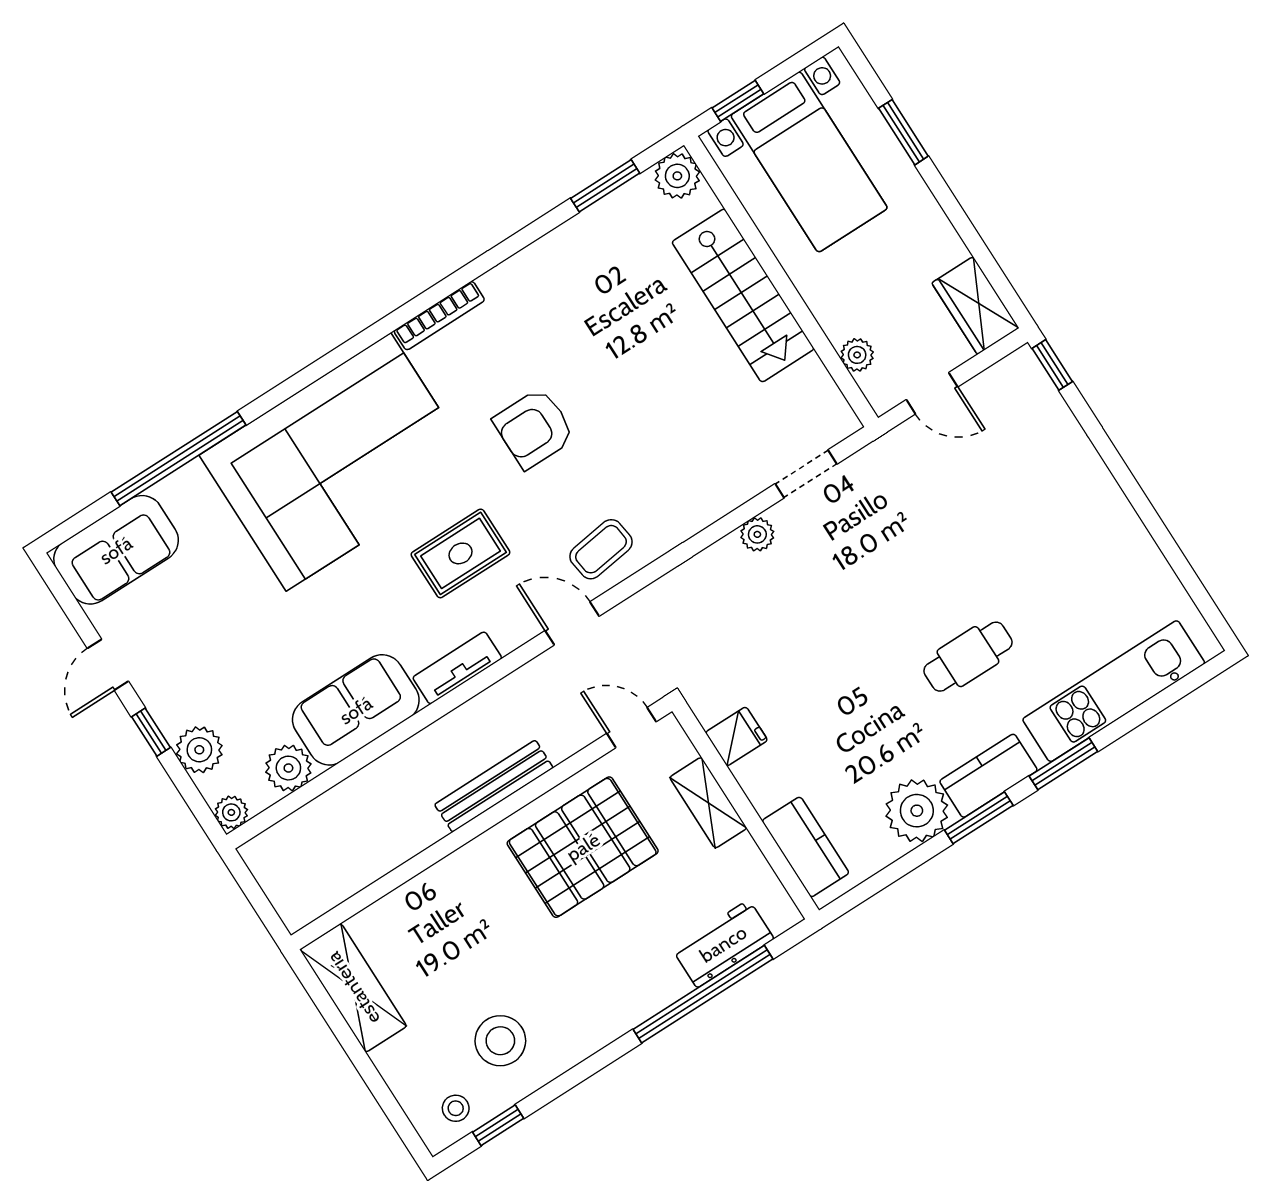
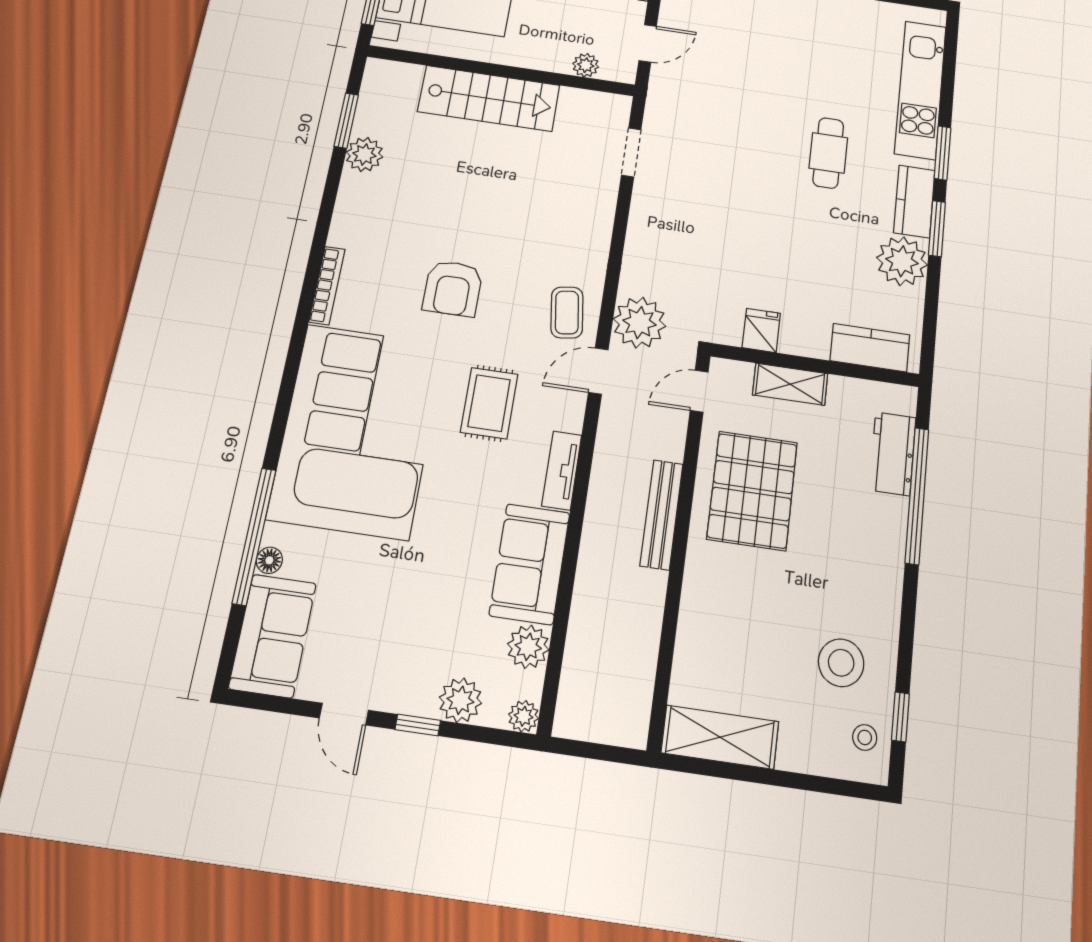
plant: (677, 176) -> (364, 155), moved
floor lamp: (171, 490) -> (269, 560), added
plant: (757, 534) -> (639, 323), moved, width x1.87, depth x1.87

